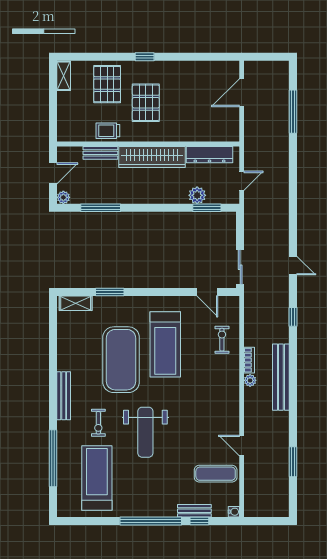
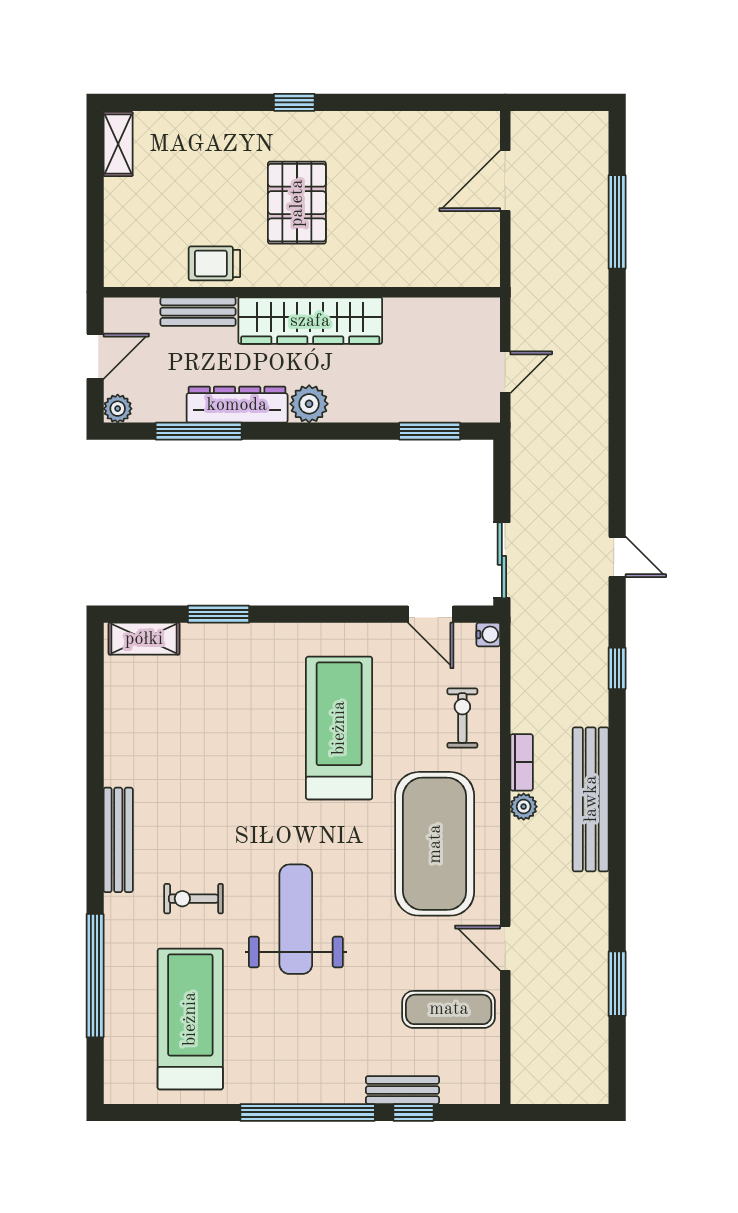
pallet: (107, 84) -> (213, 162), removed
dresser: (209, 155) -> (237, 405), moved, turned 180
plant: (197, 195) -> (309, 404), moved
treadmill: (165, 344) -> (339, 728), turned 180
exercise mat: (121, 360) -> (435, 844), moved
exercise bike: (98, 423) -> (194, 899), turned 90
weight bench: (145, 432) -> (296, 919), turned 180
water cooler: (234, 512) -> (488, 634), moved

